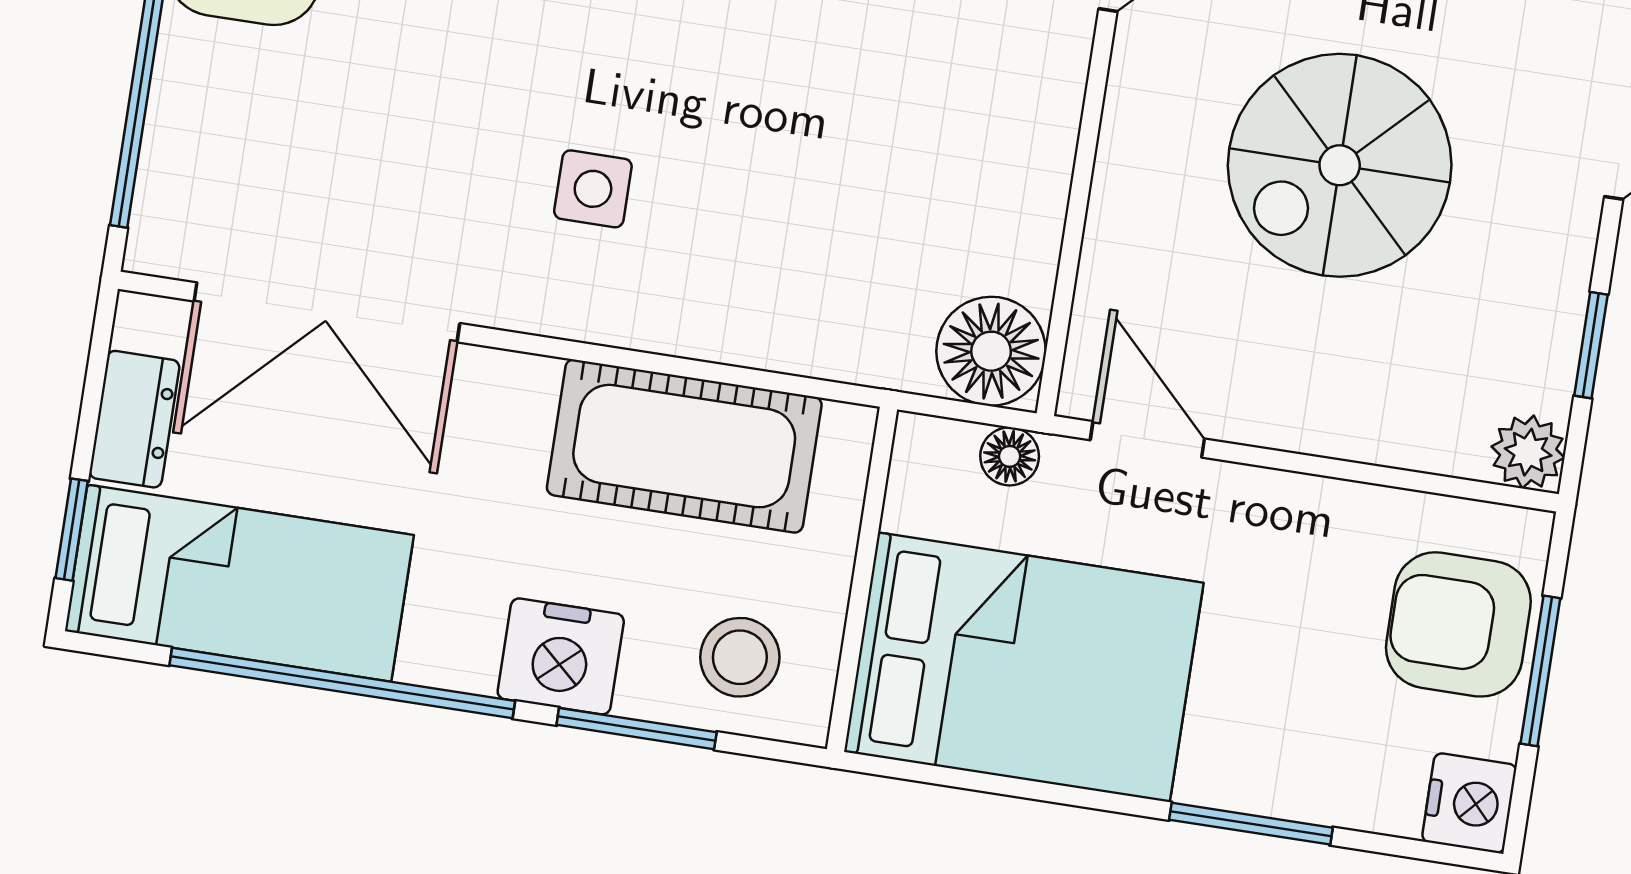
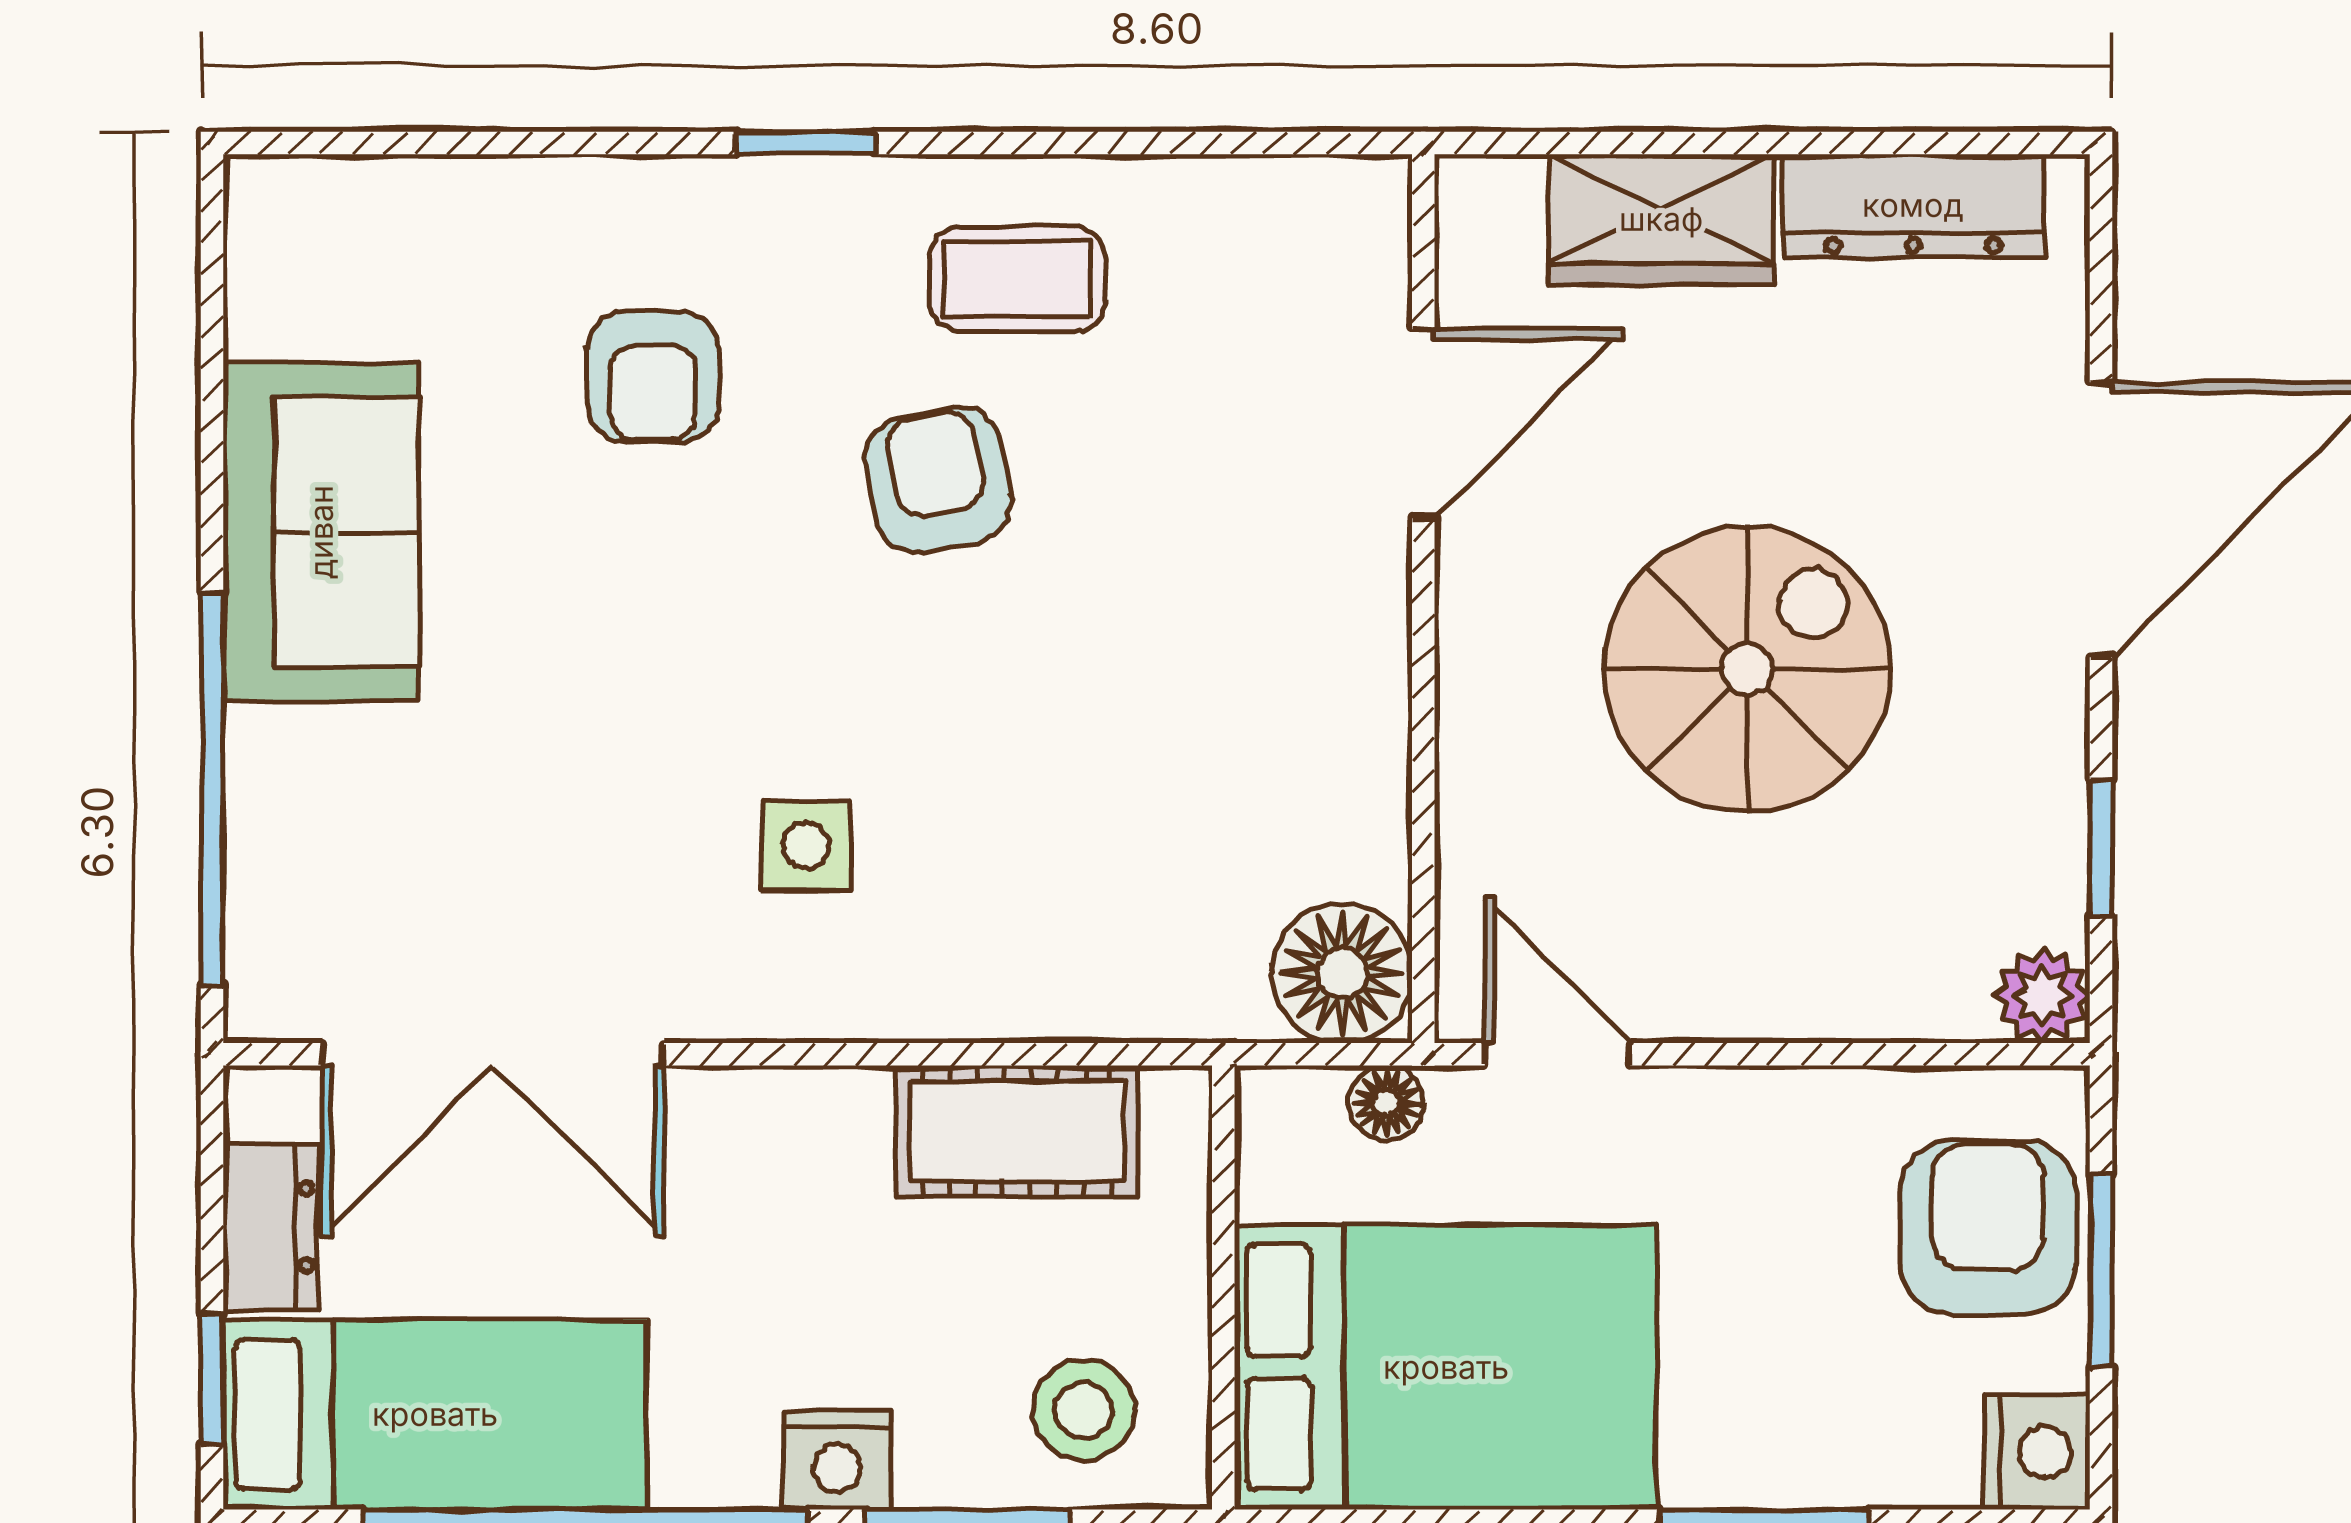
spiral stairs: (1340, 165) -> (1747, 669), turned 180
cot: (684, 446) -> (1017, 1131), width x0.73, depth x0.75
armchair: (1458, 624) -> (1988, 1228), turned 90
nightstand: (561, 656) -> (837, 1460), width x0.74, depth x0.75

